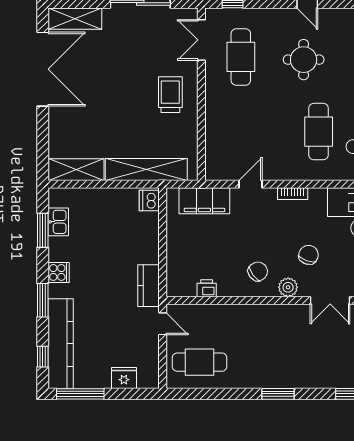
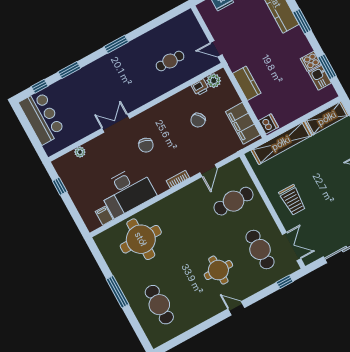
cafe table: (319, 132) -> (234, 201), moved, turned 90
filing cabinet: (204, 201) -> (243, 123), moved, turned -90
chair: (258, 271) -> (198, 120), moved
cooker: (59, 273) -> (311, 61), moved
kitchen counter: (148, 286) -> (247, 83), moved
plant: (288, 287) -> (214, 81), moved
cafe table: (200, 362) -> (170, 61), moved, width x0.73, depth x0.74

